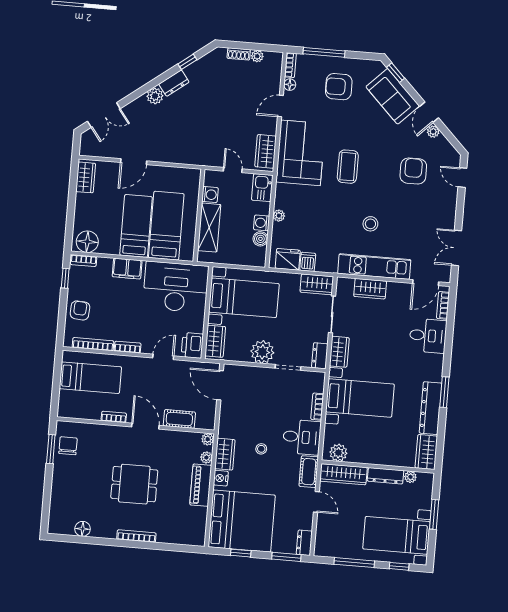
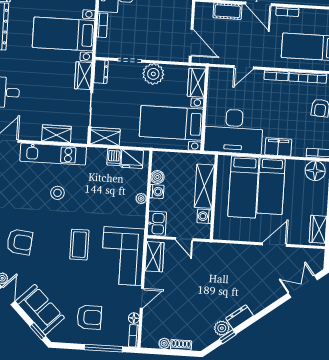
plant: (155, 96) -> (222, 328), moved
armchair: (413, 171) -> (20, 242), turned -84
printer: (192, 345) -> (217, 78), removed

